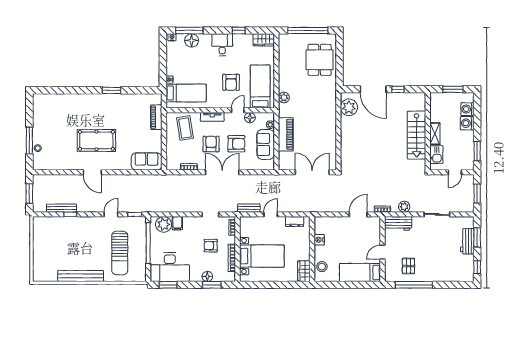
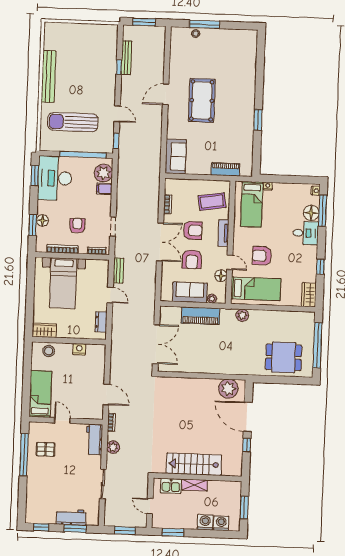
desk: (222, 45) -> (306, 233), moved
door: (373, 89) -> (248, 417), hinge flipped

